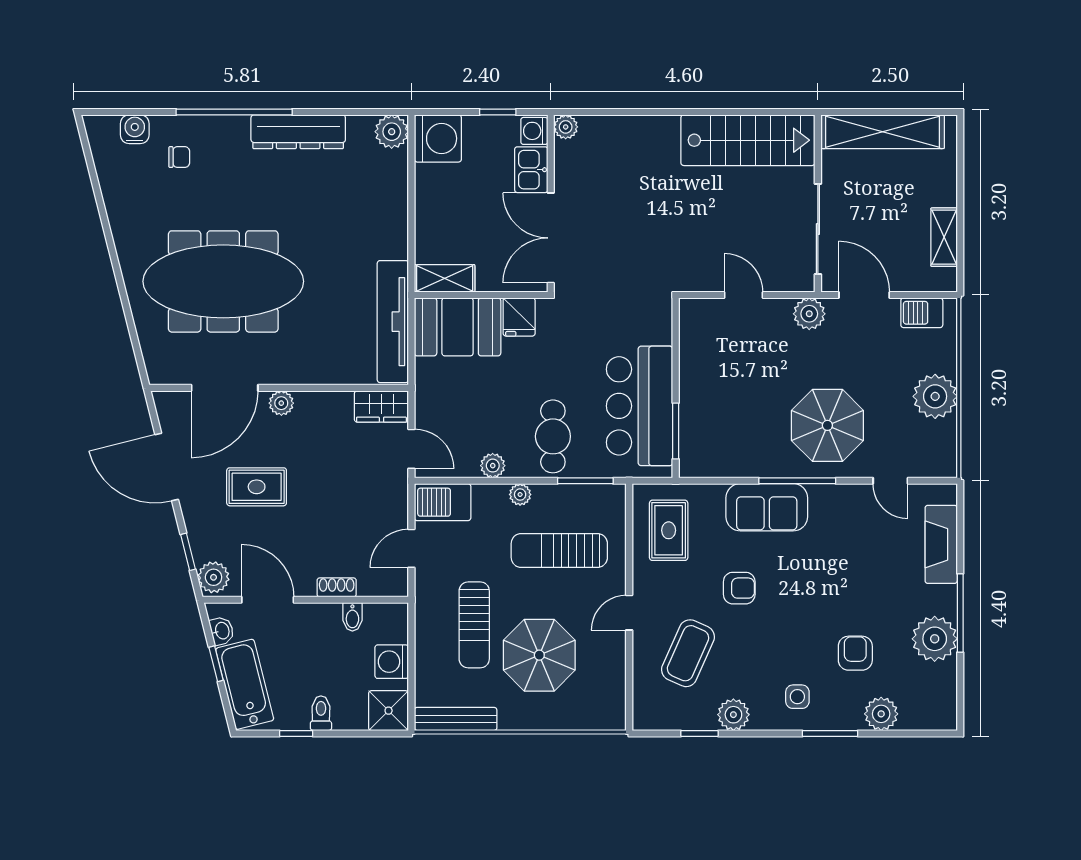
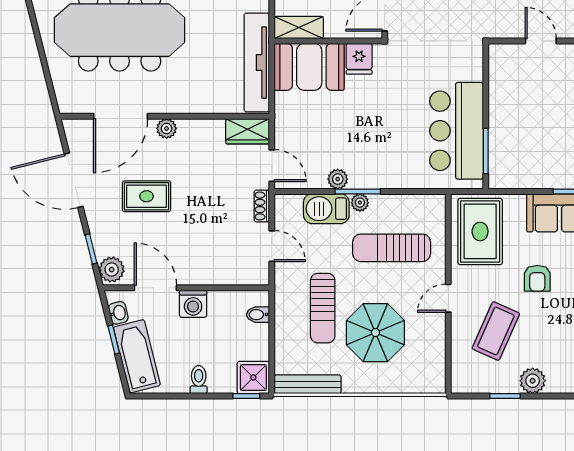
cafe table: (553, 436) -> (386, 155), removed
window: (585, 481) -> (358, 191), moved
barbecue: (443, 502) -> (326, 209), moved
rug: (669, 530) -> (480, 231), width x1.36, depth x1.43
door: (411, 548) -> (272, 246), swing flipped
shoe rack: (337, 587) -> (262, 206), moved, turned -90
armchair: (739, 588) -> (537, 278), turned 90
bidet: (352, 617) -> (258, 315), moved, turned 90
washing machine: (392, 662) -> (193, 304), moved, turned -90
window: (296, 733) -> (246, 396), moved

